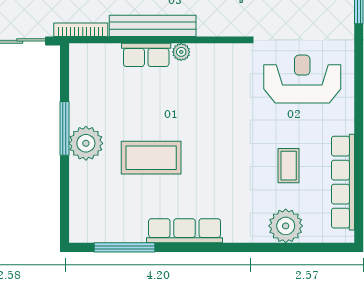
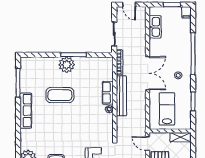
coffee table: (151, 158) -> (60, 95), turned 90

